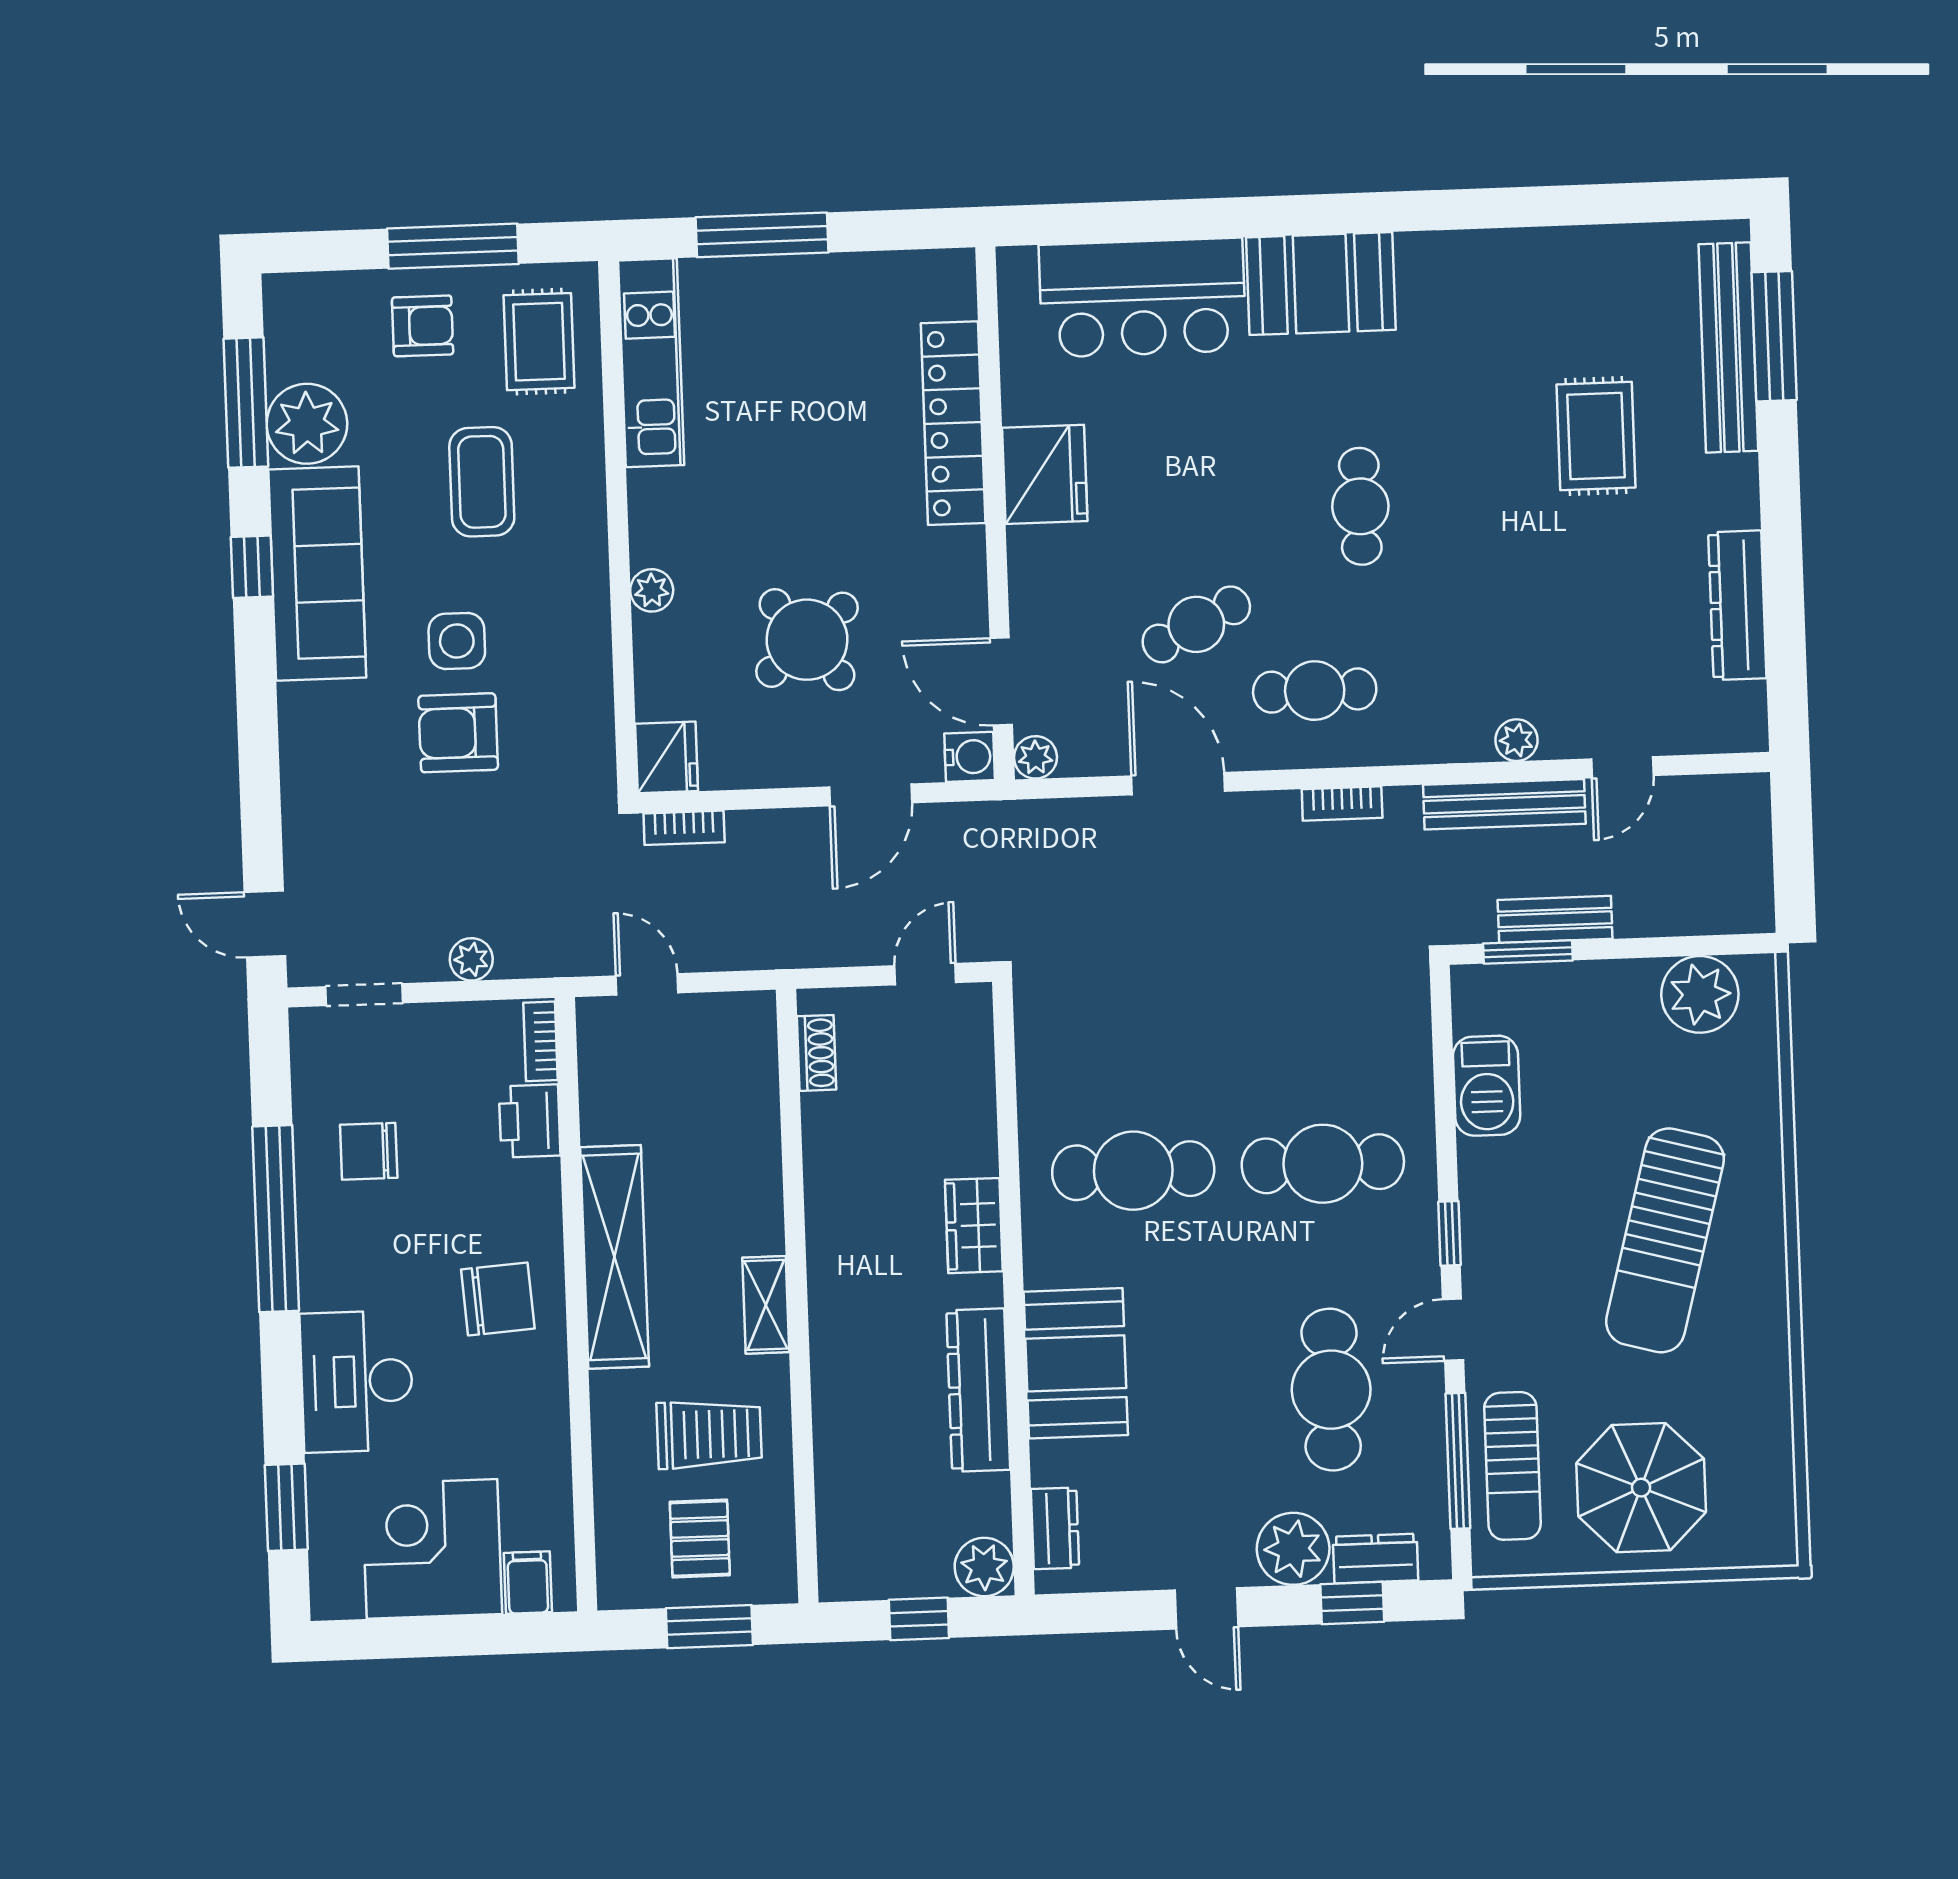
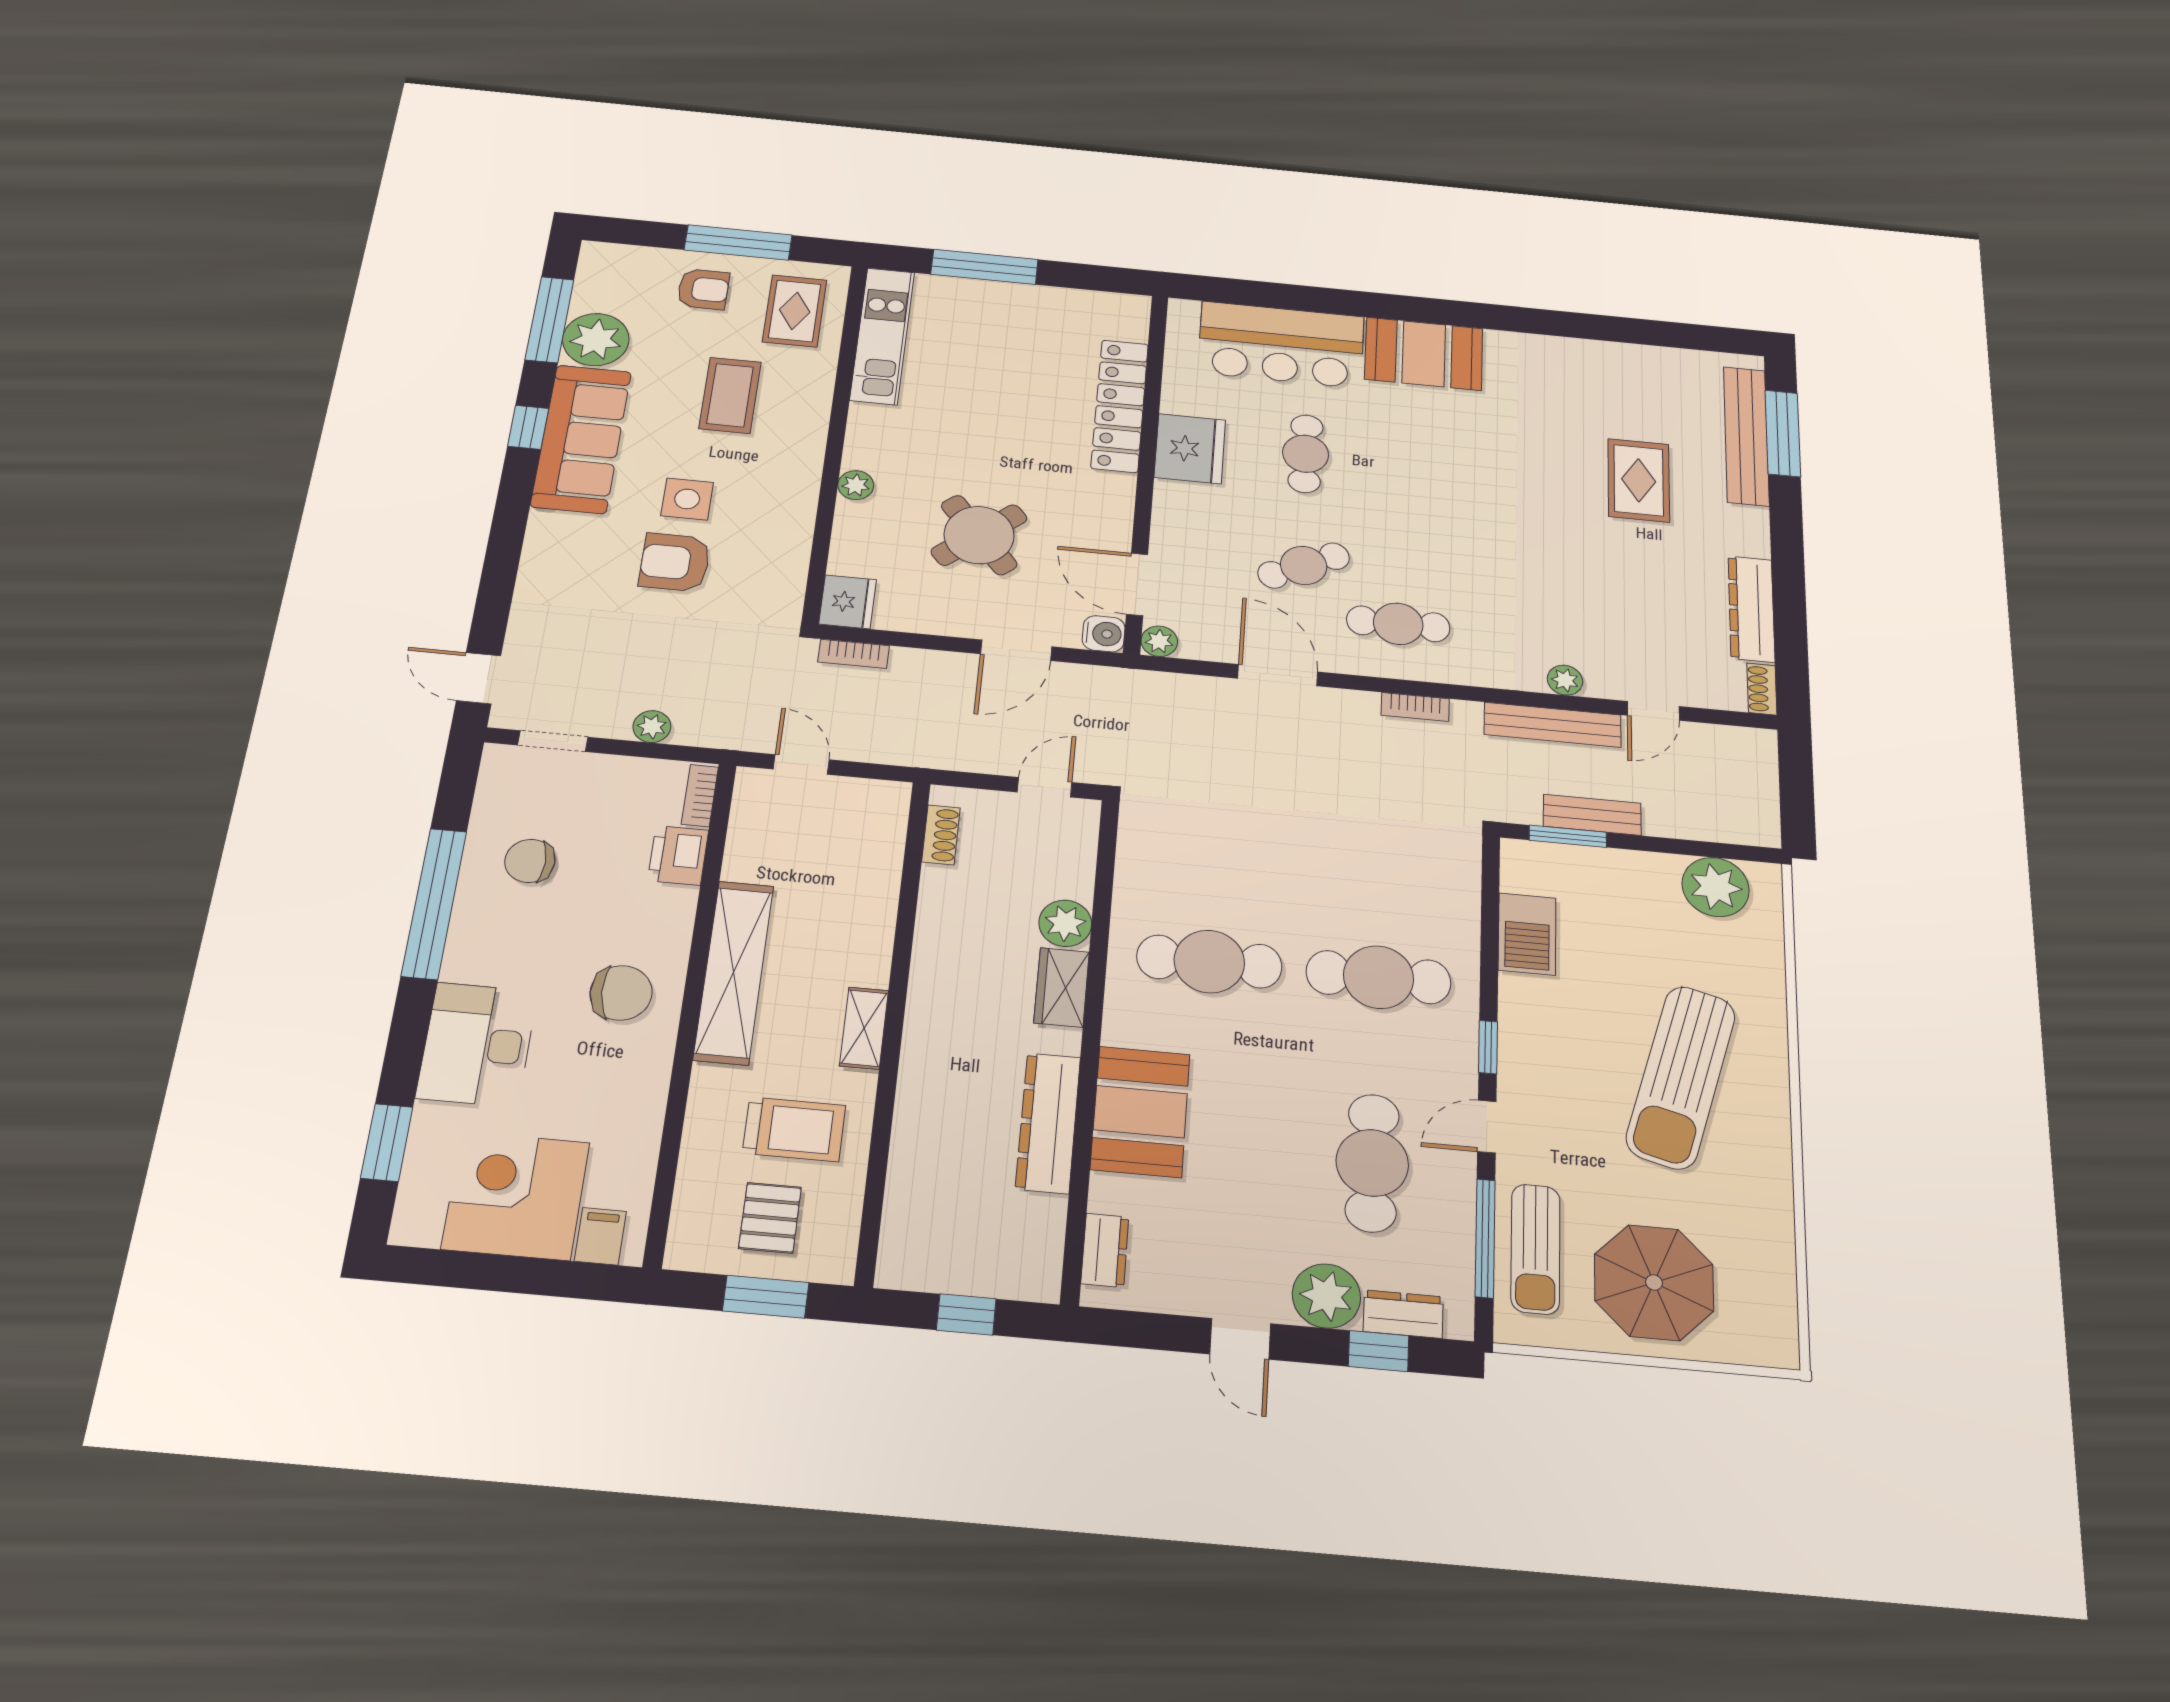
cafe table: (1360, 506) -> (1306, 454), moved
shoe rack: (1751, 718) -> (1762, 689), added
plant: (984, 1567) -> (1065, 923), moved

